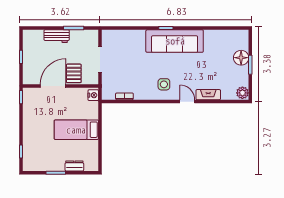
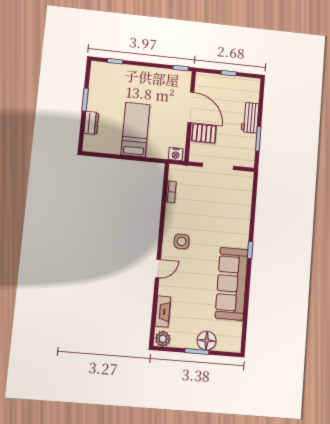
sofa: (175, 41) -> (232, 284), moved
fireplace: (208, 95) -> (163, 312), moved

